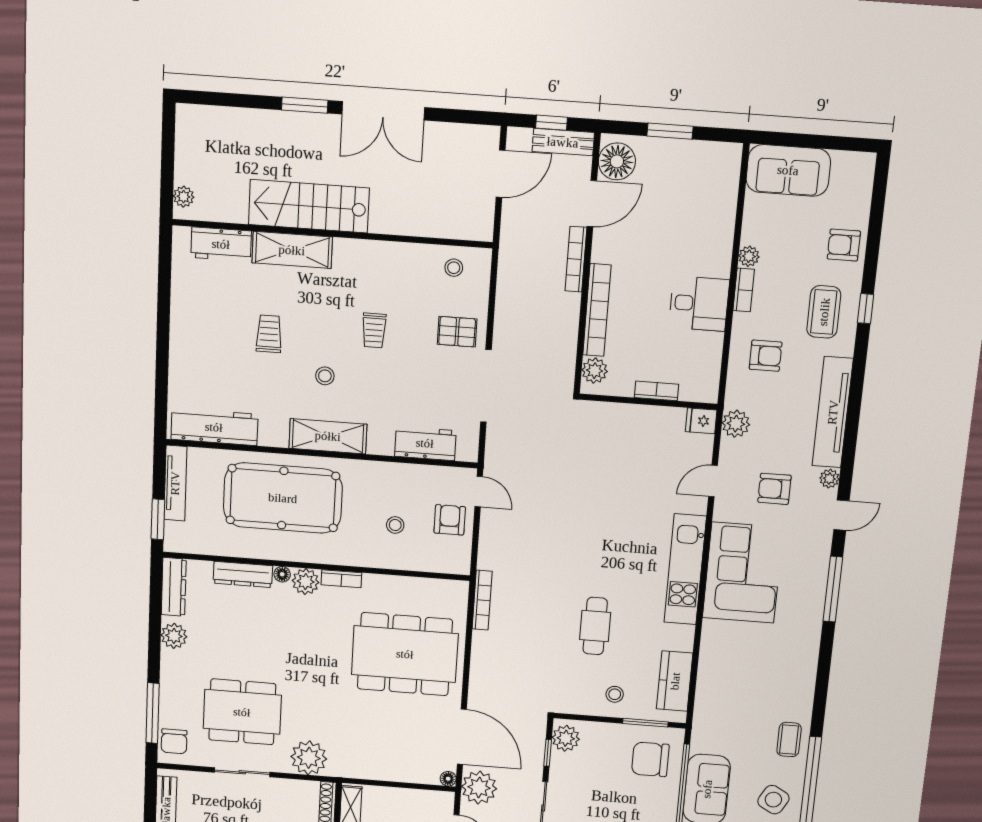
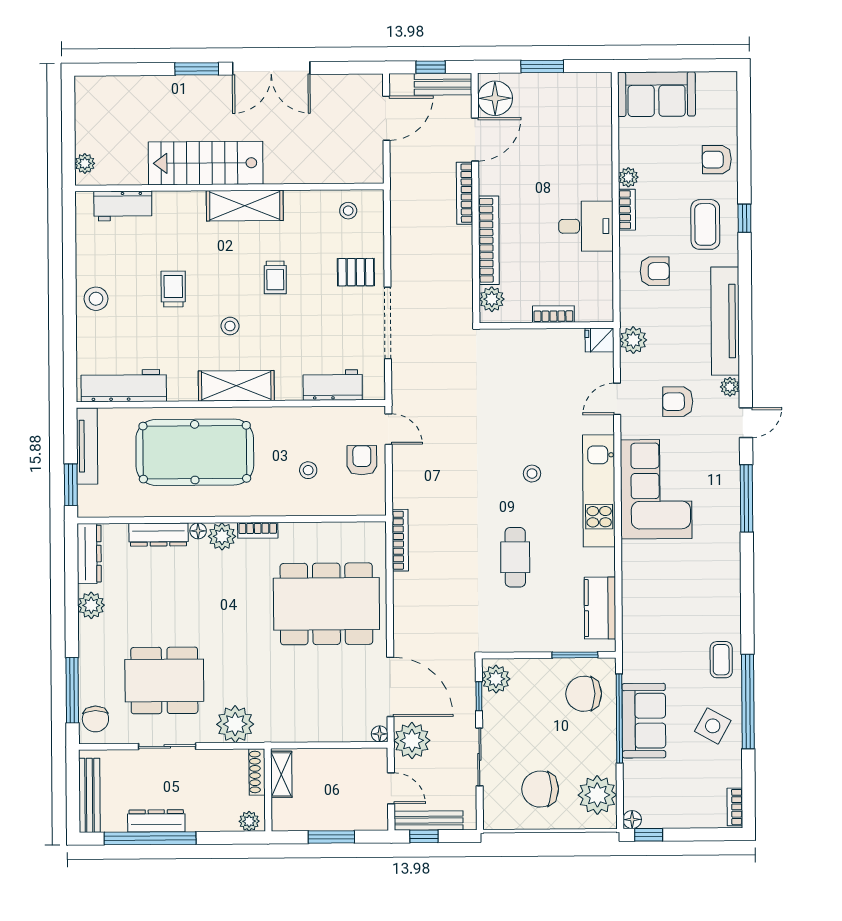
shelving: (292, 250) -> (245, 206), moved
stool: (190, 337) -> (96, 299), added
stool: (615, 694) -> (532, 474), moved

